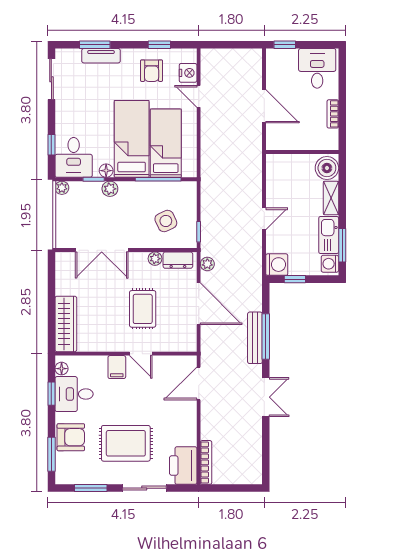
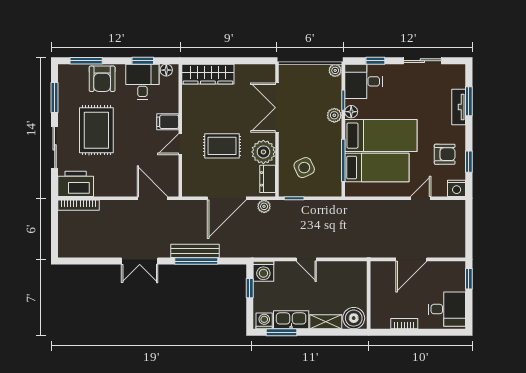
armchair: (152, 71) -> (445, 154), turned 180
nightstand: (188, 73) -> (457, 188), moved
sliding door: (51, 79) -> (422, 61), moved
plant: (155, 259) -> (263, 152), width x1.88, depth x1.88

